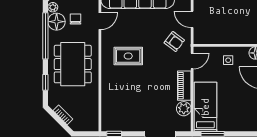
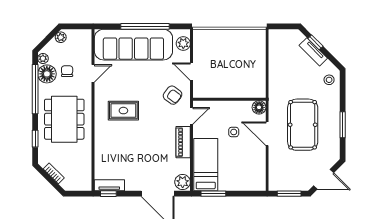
side table: (228, 60) -> (234, 132), moved
plant: (184, 109) -> (183, 182), moved
tv unit: (115, 126) -> (109, 185), added

